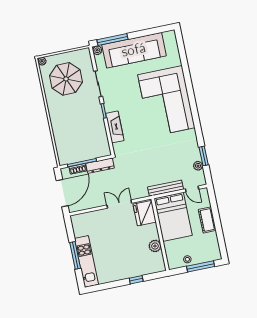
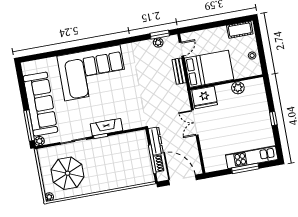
fireplace: (115, 127) -> (106, 127), moved
window: (204, 156) -> (160, 35), moved
bench: (166, 188) -> (179, 71), width x0.73
cot: (207, 220) -> (240, 30), moved
window: (201, 266) -> (259, 42), removed
window: (136, 280) -> (273, 119), moved

